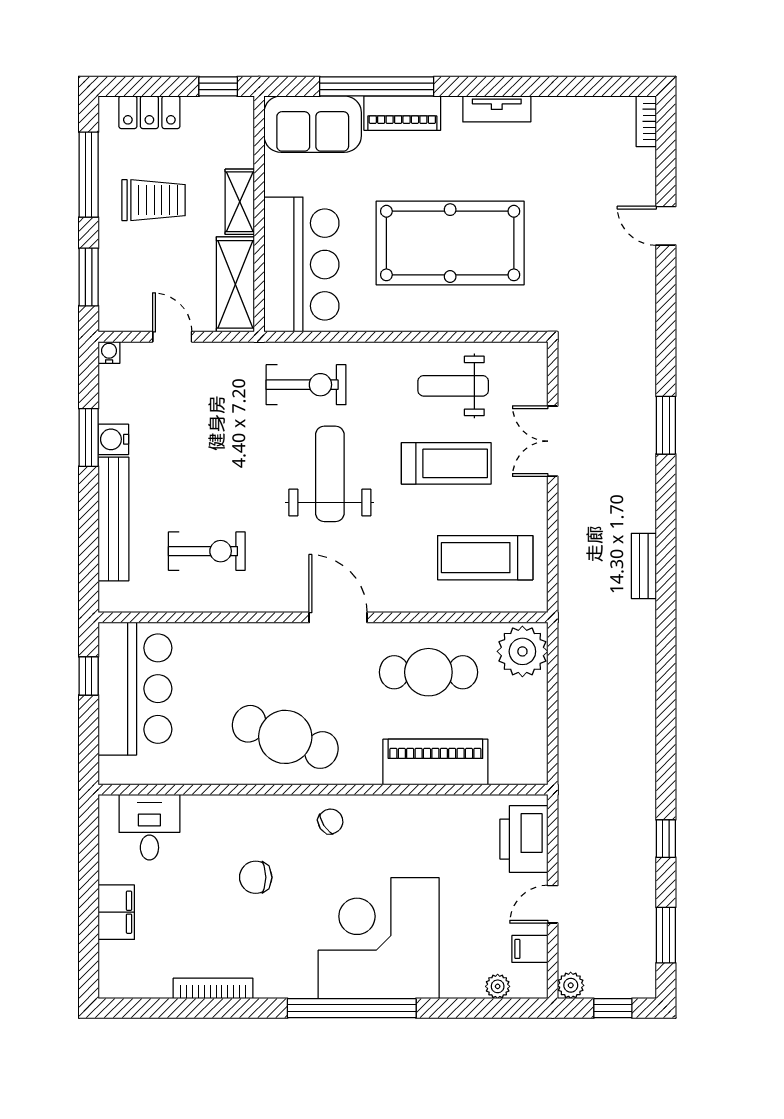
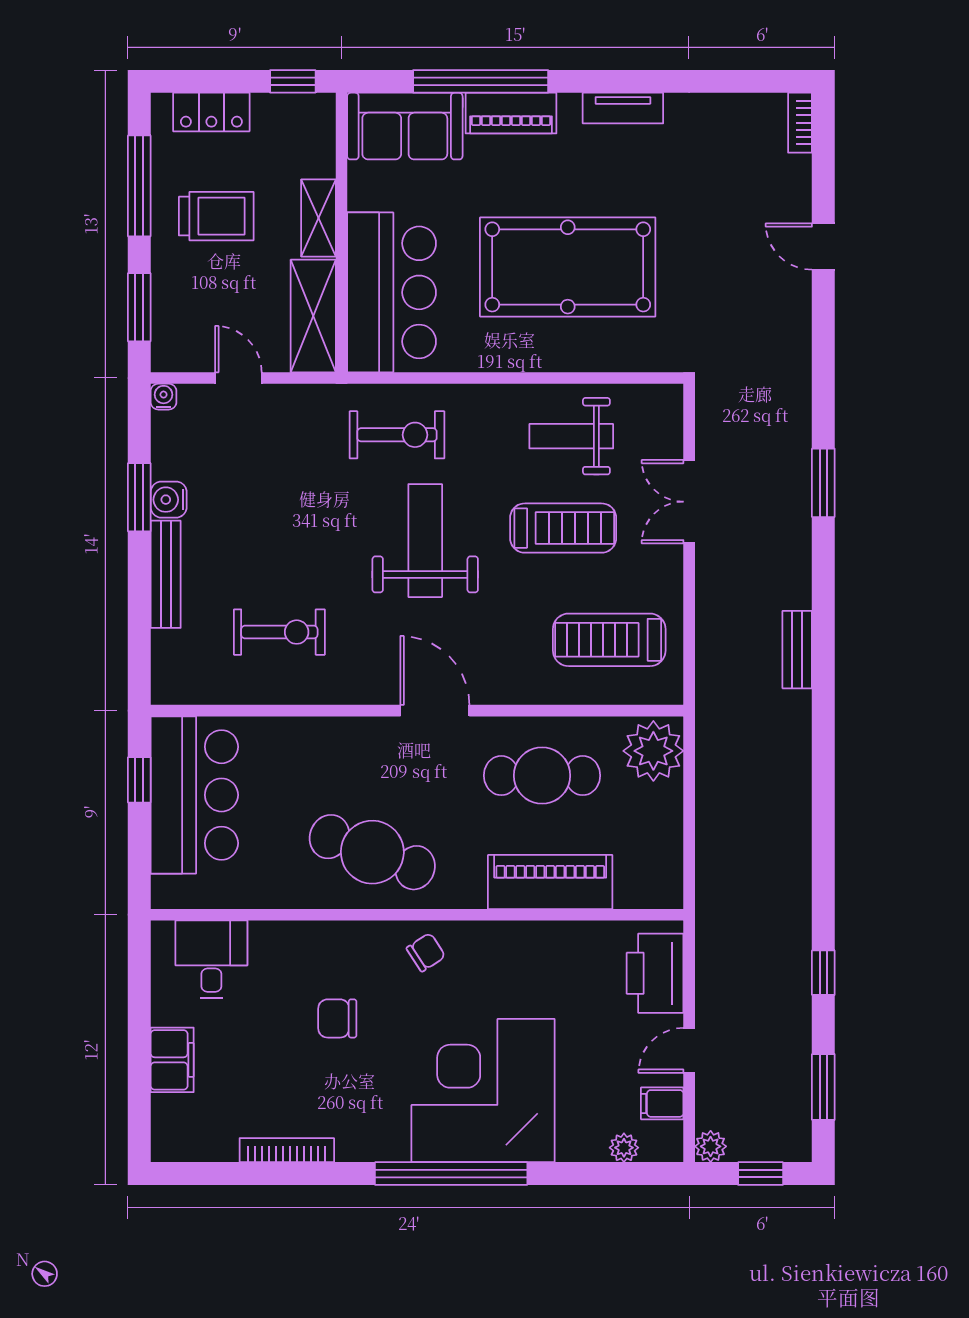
bench: (114, 519) -> (166, 574), width x0.73, depth x0.82

